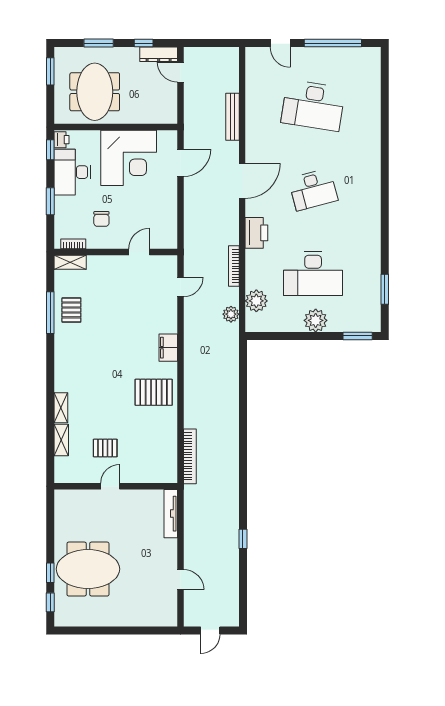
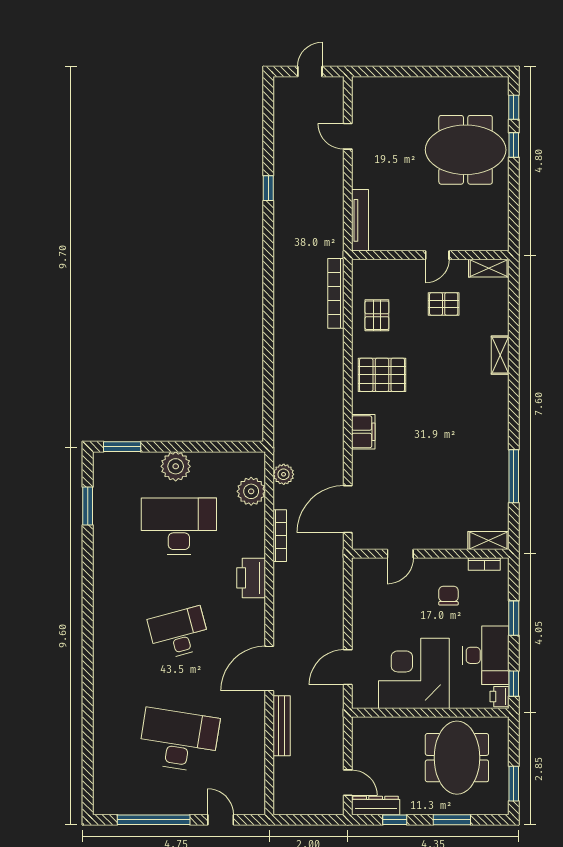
door: (242, 181) -> (269, 669), moved
door: (180, 287) -> (348, 509), width x1.88
pallet: (71, 310) -> (377, 315), moved
shelving: (61, 440) -> (489, 268), moved, turned 90

